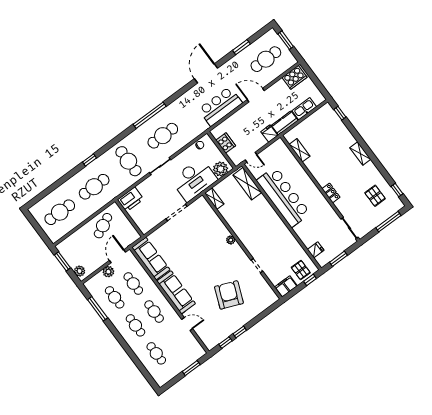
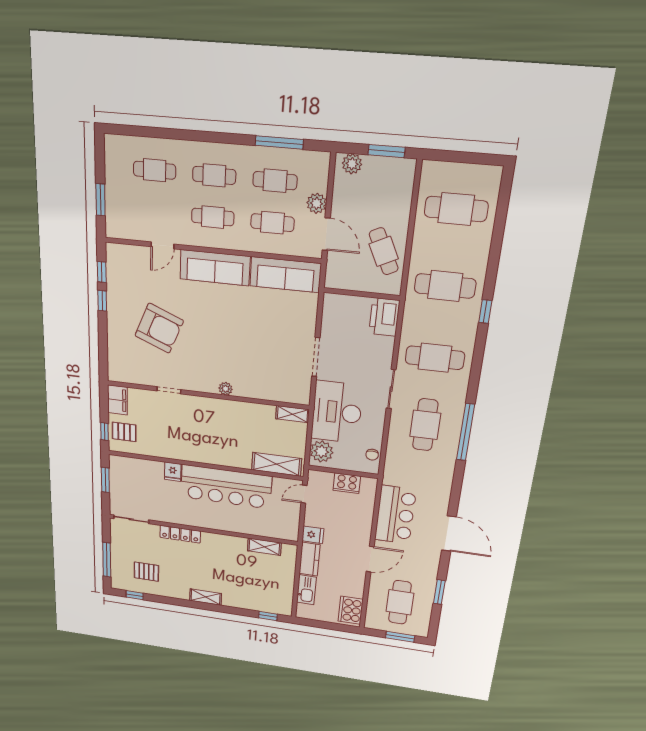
cafe table: (94, 187) -> (445, 286), turned 90
locker: (331, 193) -> (180, 534), width x1.53
cafe table: (60, 212) -> (456, 209), turned 90
fridge: (316, 250) -> (173, 472), moved

